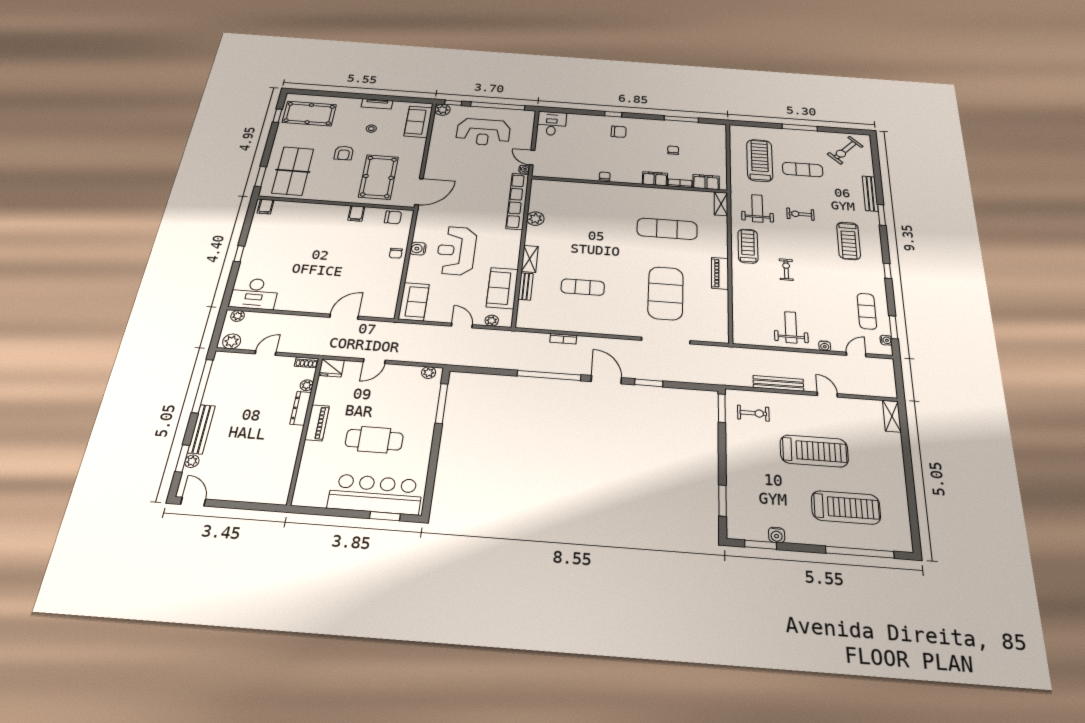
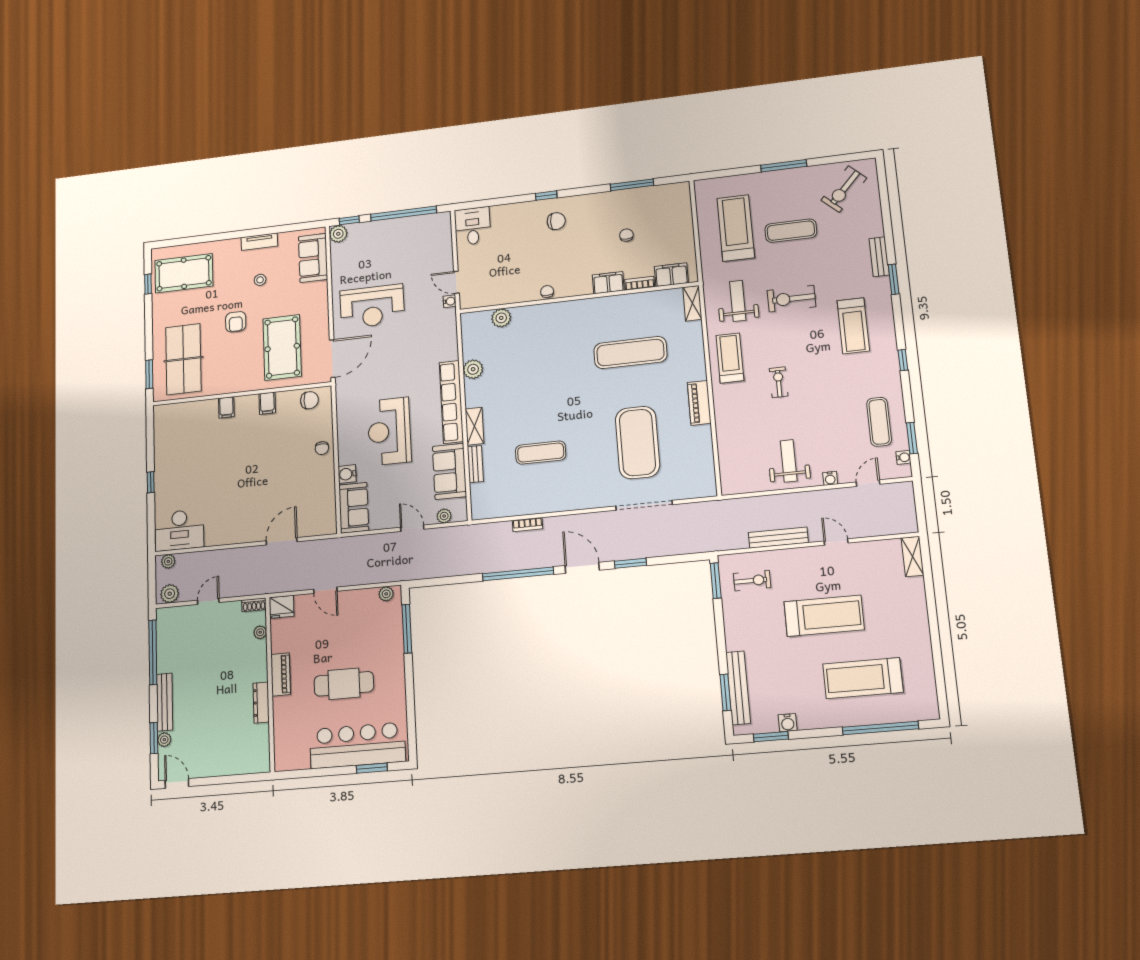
reception desk: (483, 132) -> (372, 306), moved
plant: (565, 187) -> (501, 318), added
bench: (870, 194) -> (879, 257), width x0.73
row of seats: (517, 201) -> (451, 402), moved
filing cabinet: (266, 207) -> (226, 407), moved
exercise bike: (800, 214) -> (792, 299), width x1.38, depth x1.39
water cooler: (418, 249) -> (347, 474), moved
door: (374, 361) -> (325, 590), hinge flipped
dresser: (301, 408) -> (261, 703), moved
bench: (734, 499) -> (738, 688), added
treadmill: (846, 507) -> (863, 678), turned 180

